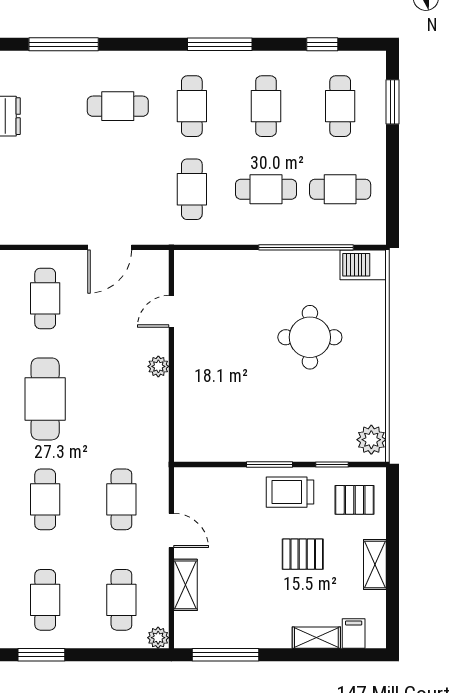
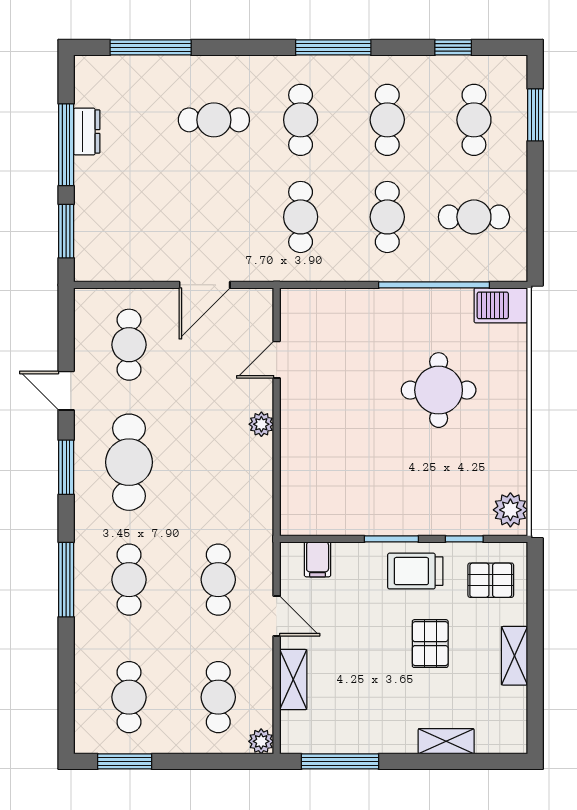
cafe table: (266, 189) -> (387, 217), turned 90
pallet: (303, 554) -> (430, 644), turned 90
filing cabinet: (354, 633) -> (318, 559), moved, turned 180

